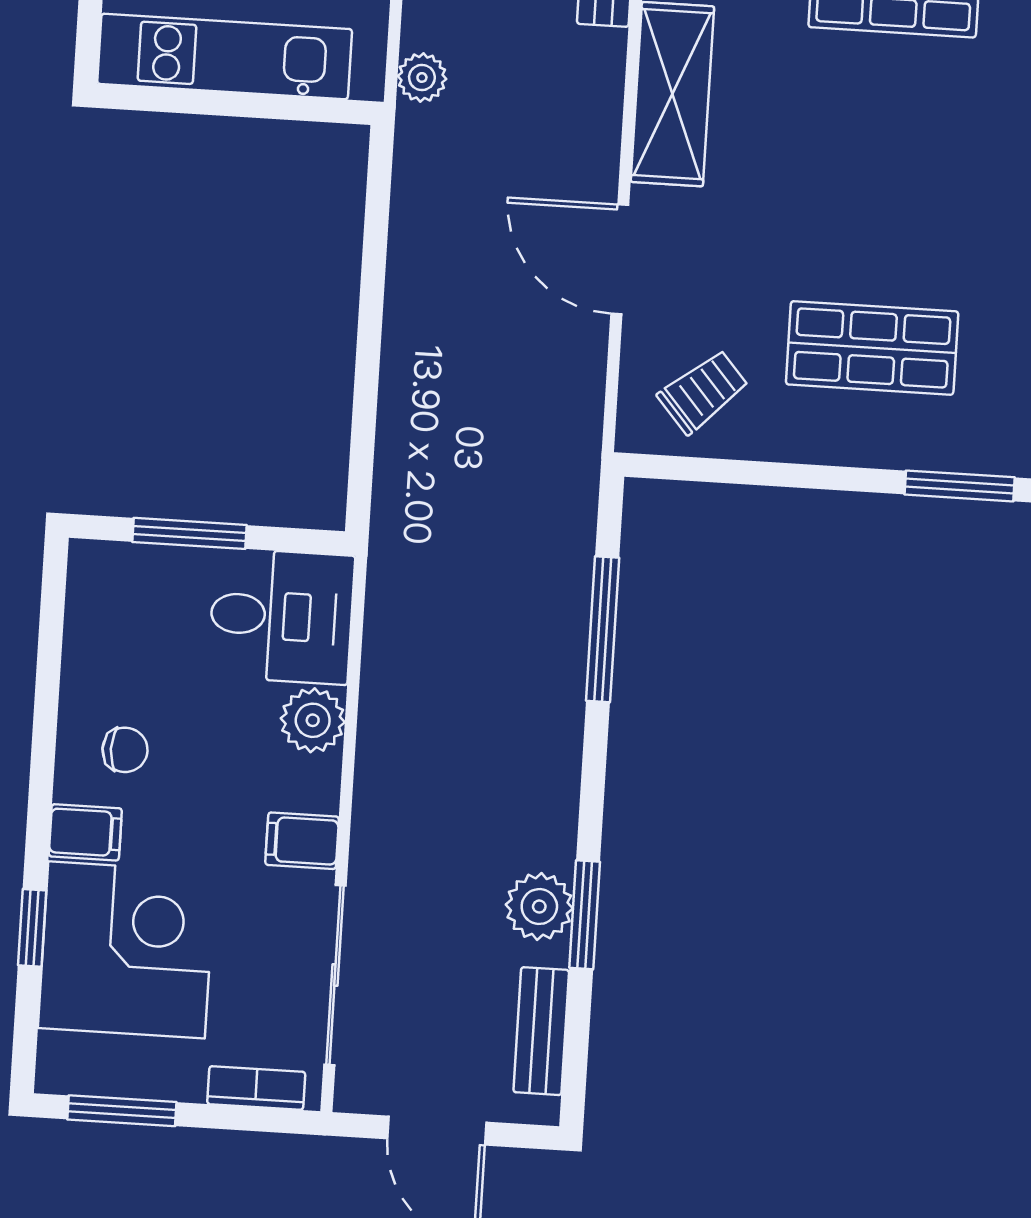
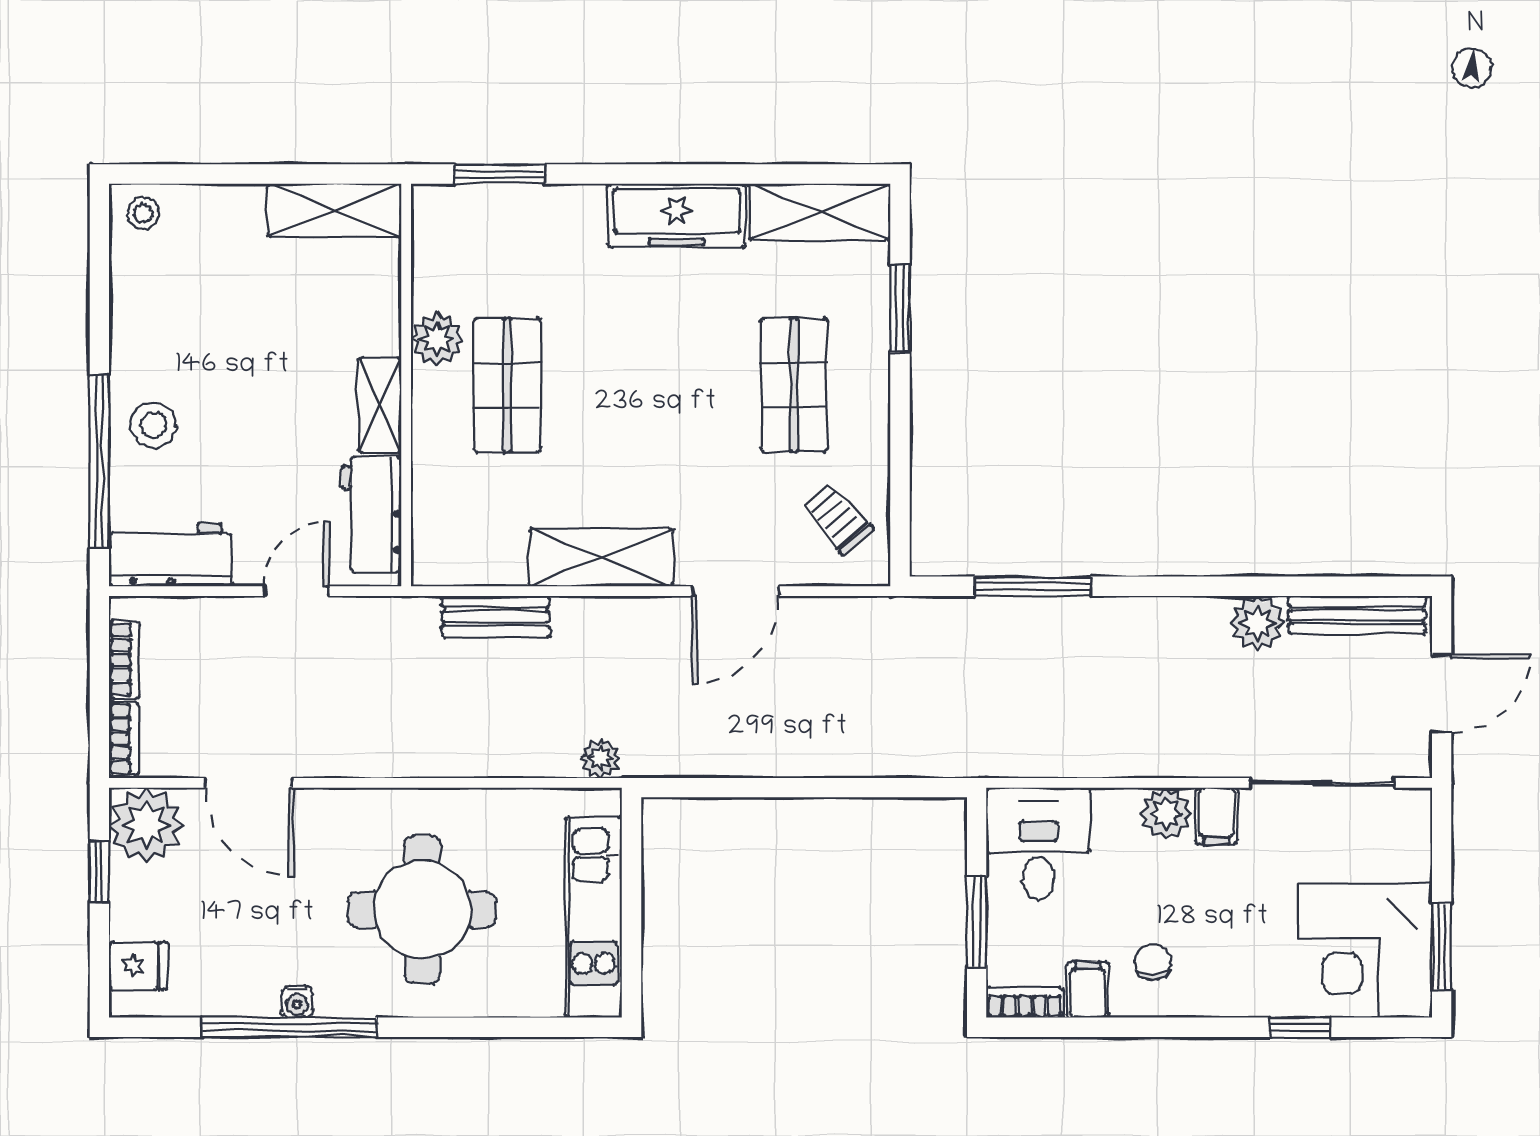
plant: (313, 720) -> (1166, 813), moved
filing cabinet: (85, 832) -> (1088, 990), moved
window: (585, 915) -> (1262, 586), removed
corner desk: (127, 950) -> (1365, 951), moved, turned -90
bench: (541, 1031) -> (1357, 615), width x1.36
bookcase: (256, 1088) -> (1025, 1002), moved, turned 90

